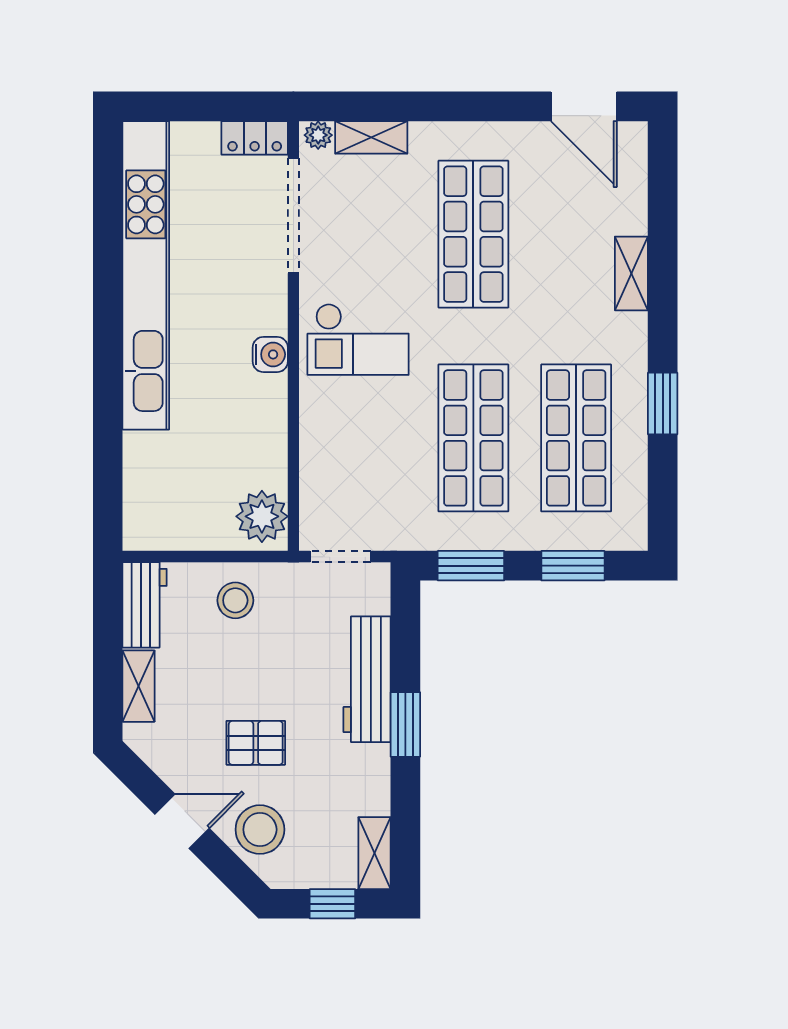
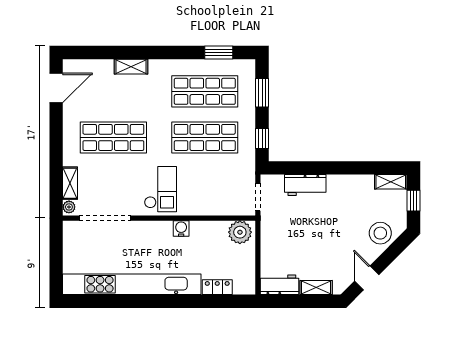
locker: (255, 138) -> (217, 287), moved, turned -90
water cooler: (270, 354) -> (181, 228), moved
window: (663, 404) -> (219, 53), moved
window: (471, 566) -> (262, 139), width x0.67
stool: (235, 600) -> (278, 244), removed
workbench: (367, 679) -> (305, 185), width x0.73
window: (405, 724) -> (333, 168), removed
pallet: (256, 743) -> (341, 235), removed
door: (182, 821) -> (367, 278), moved

